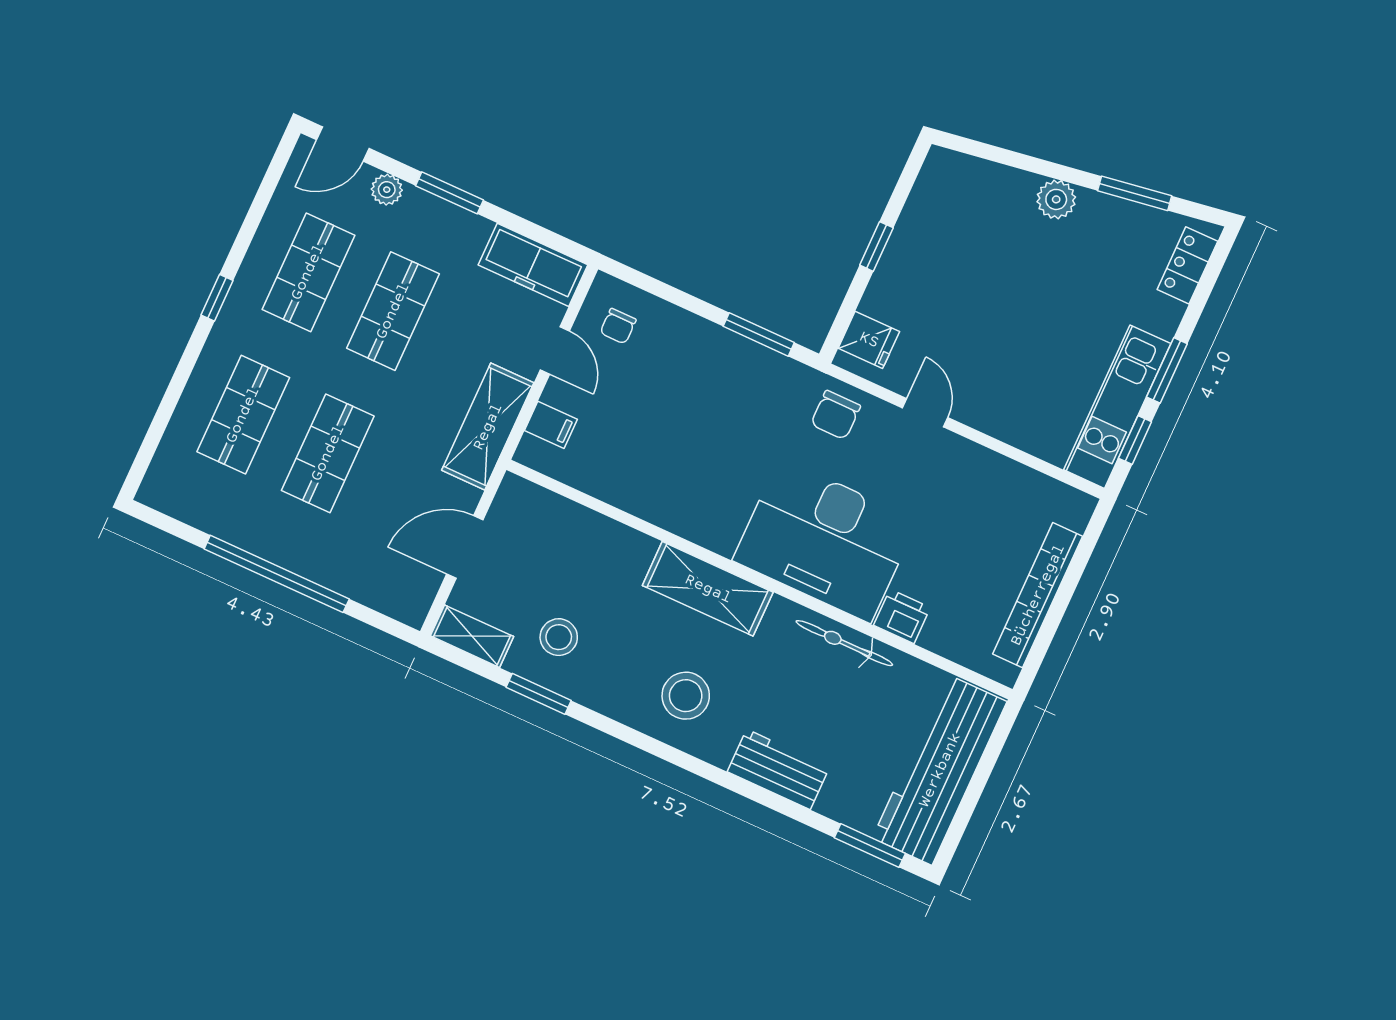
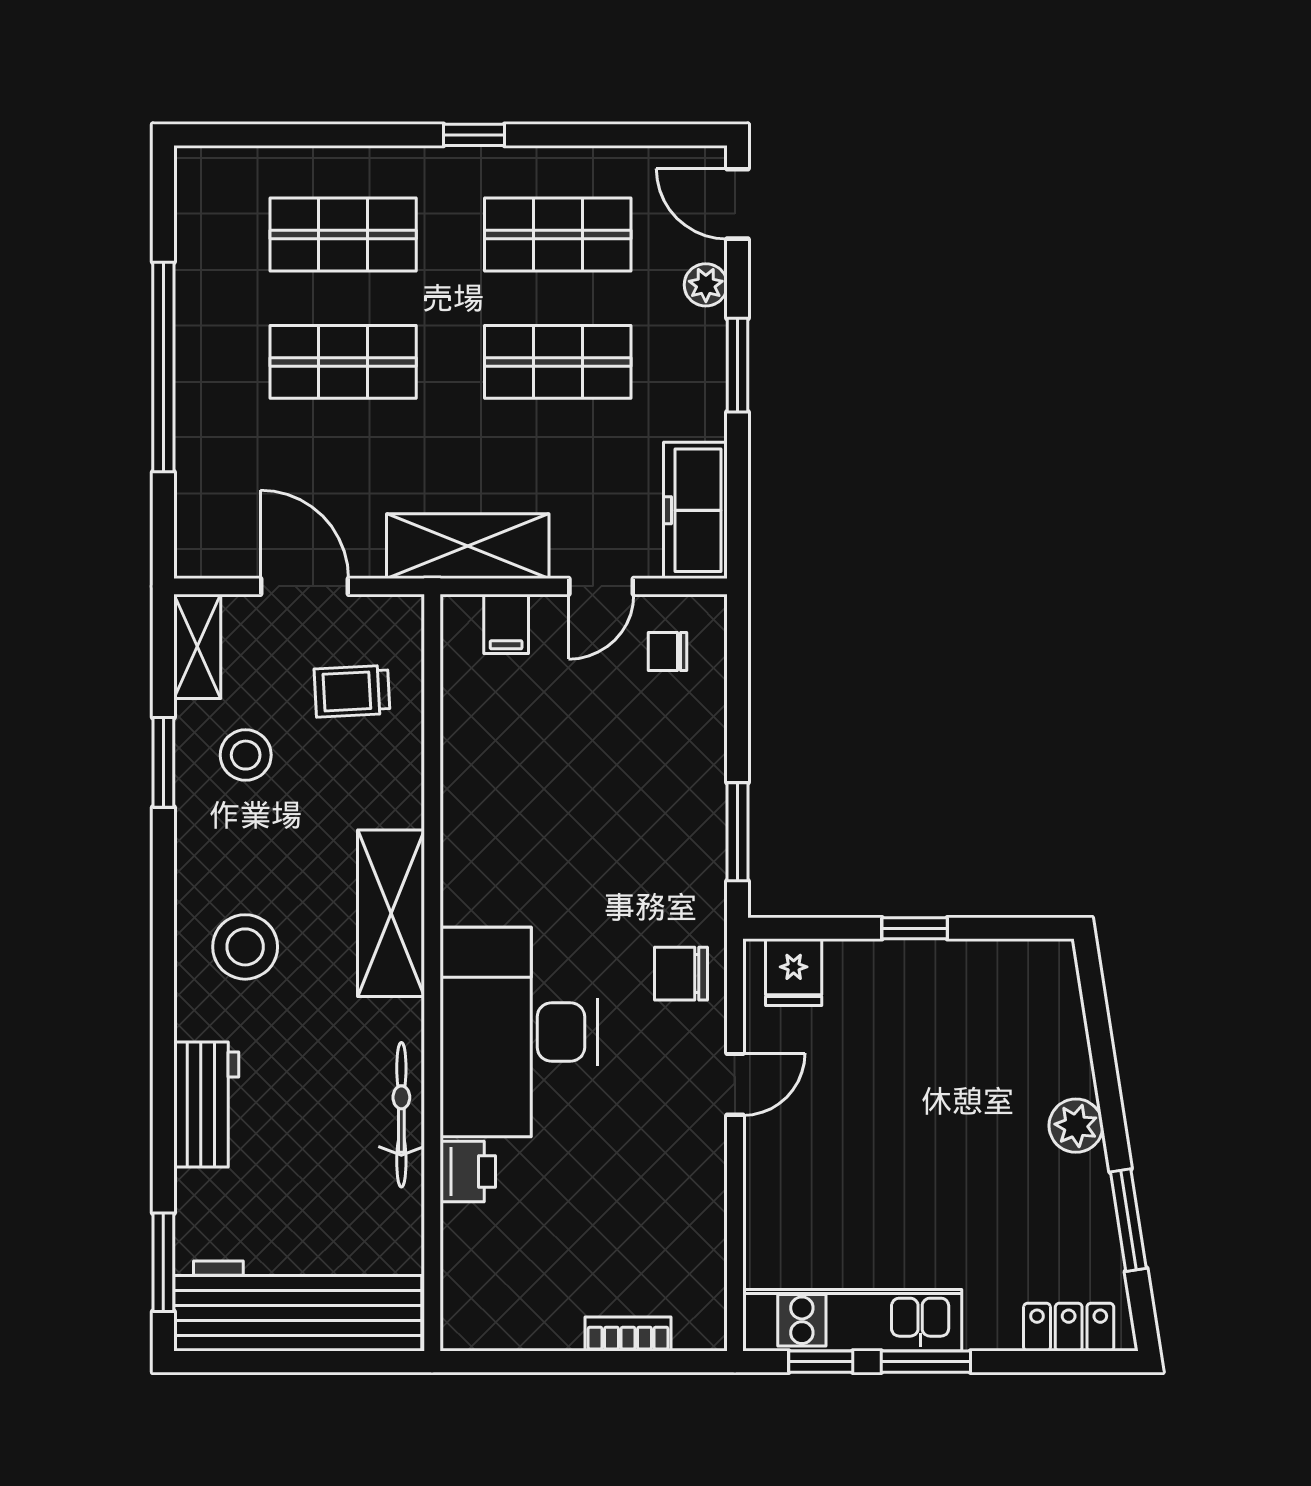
trolley: (549, 547) -> (352, 691), added
bookcase: (1038, 595) -> (628, 1334), width x0.43, depth x0.76

